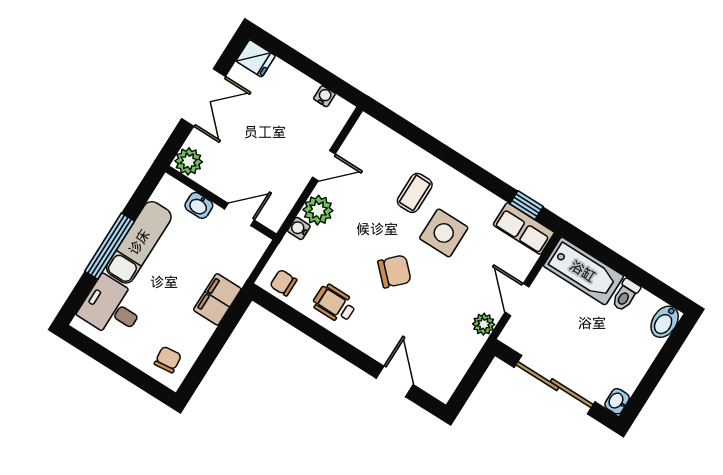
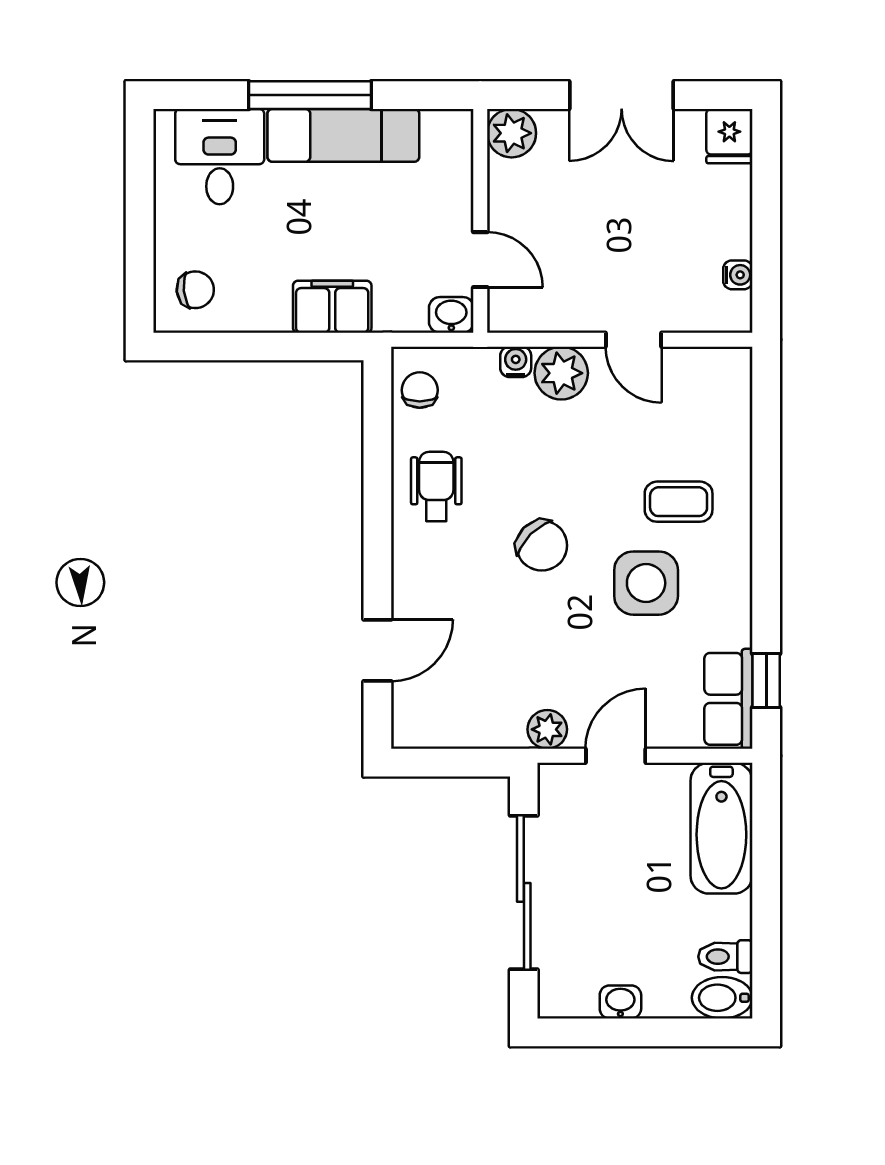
washbasin: (199, 205) -> (451, 315), moved, turned 90
toilet: (626, 295) -> (725, 957), moved
washbasin: (617, 401) -> (620, 1002), moved

